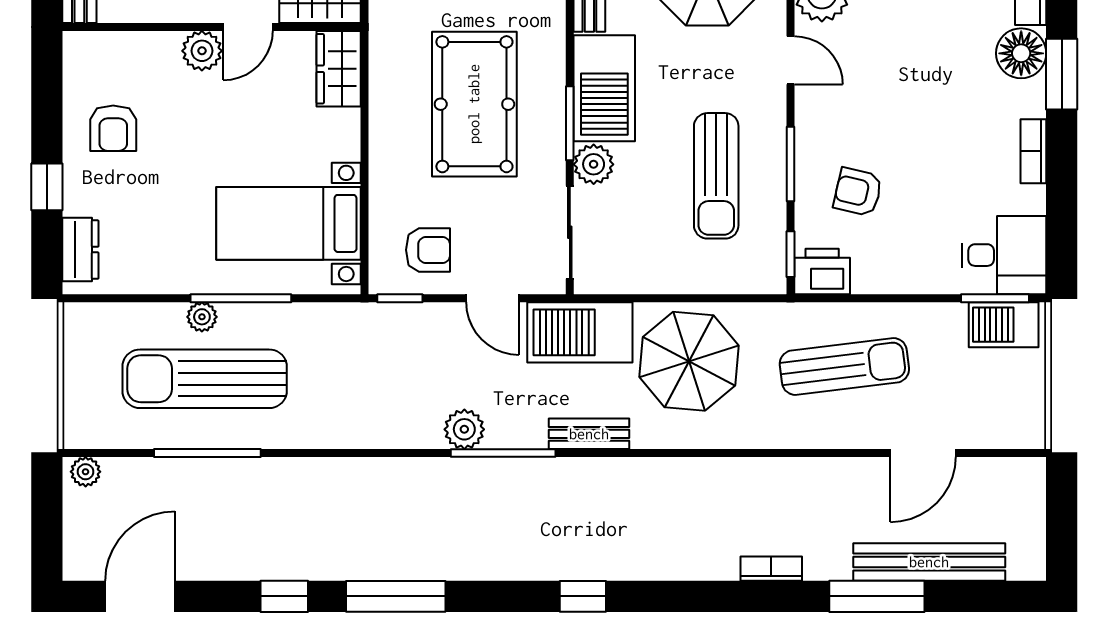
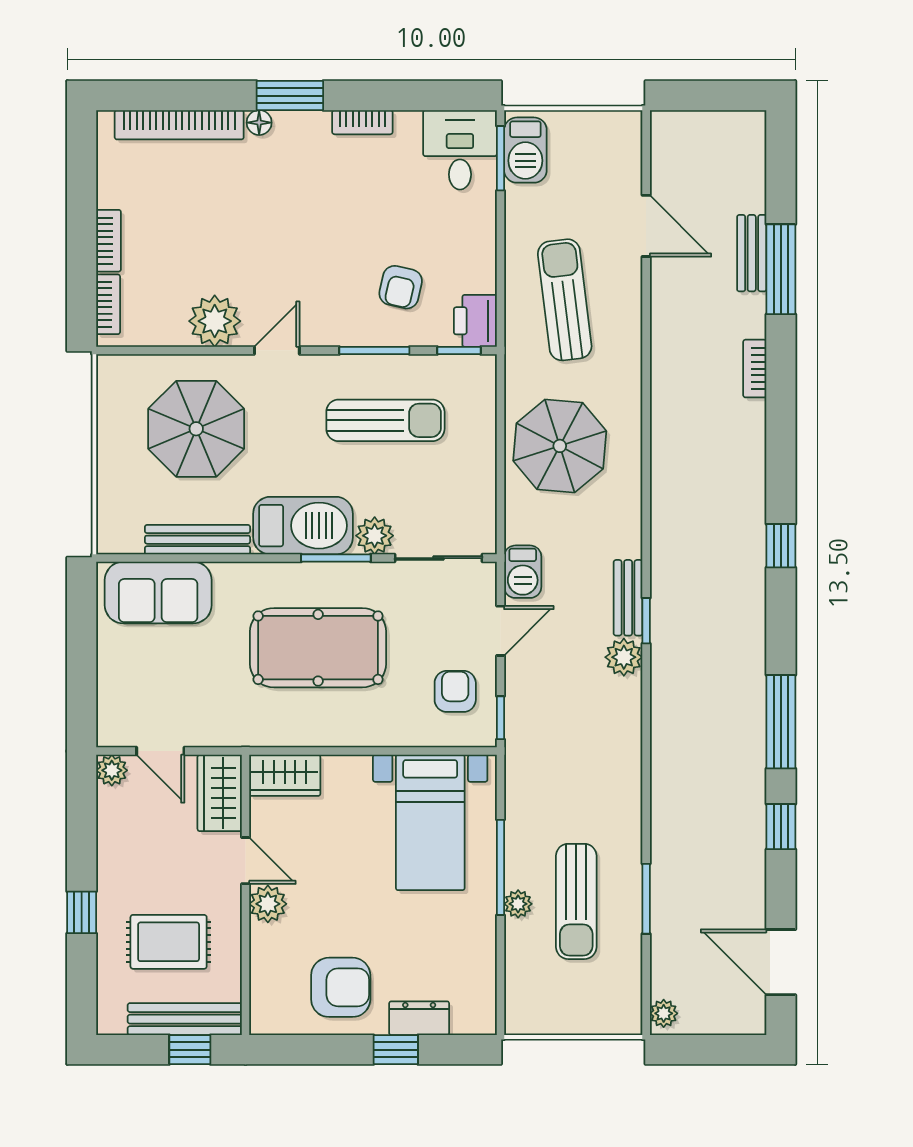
floor lamp: (1021, 53) -> (259, 123), width x0.53, depth x0.53
armchair: (113, 128) -> (341, 987), width x1.38, depth x1.38
dresser: (80, 250) -> (419, 1018), moved
barbecue: (580, 332) -> (523, 572), width x0.53, depth x0.65
sun lounger: (205, 379) -> (576, 901), width x0.73, depth x0.75
bench: (589, 434) -> (628, 598), moved
window: (207, 453) -> (646, 899), width x0.69
window: (503, 453) -> (646, 621), width x0.46
bench: (929, 562) -> (752, 253), width x0.54, depth x0.82

